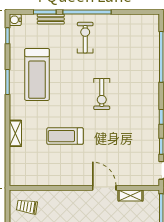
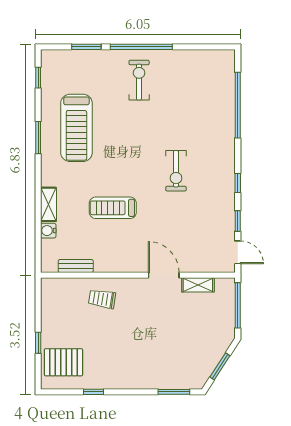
bench: (51, 19) -> (76, 266), moved
water cooler: (15, 20) -> (48, 231), moved
exercise bike: (102, 94) -> (176, 171), moved
trolley: (27, 207) -> (102, 299), moved

